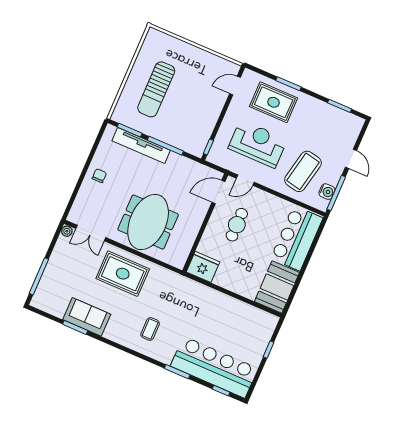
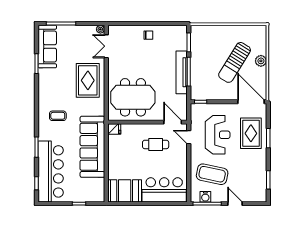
plant: (190, 52) -> (261, 61), added
door: (235, 86) -> (251, 102), width x1.88
sun lounger: (156, 89) -> (235, 62), moved, turned -58
tv unit: (141, 145) -> (182, 72), moved
door: (351, 159) -> (235, 204), swing flipped
meeting table: (148, 222) -> (133, 97), moved
fridge: (203, 267) -> (114, 129), width x0.53, depth x0.75
sofa: (206, 303) -> (92, 147), added
sofa: (87, 317) -> (47, 46), moved, width x1.36

